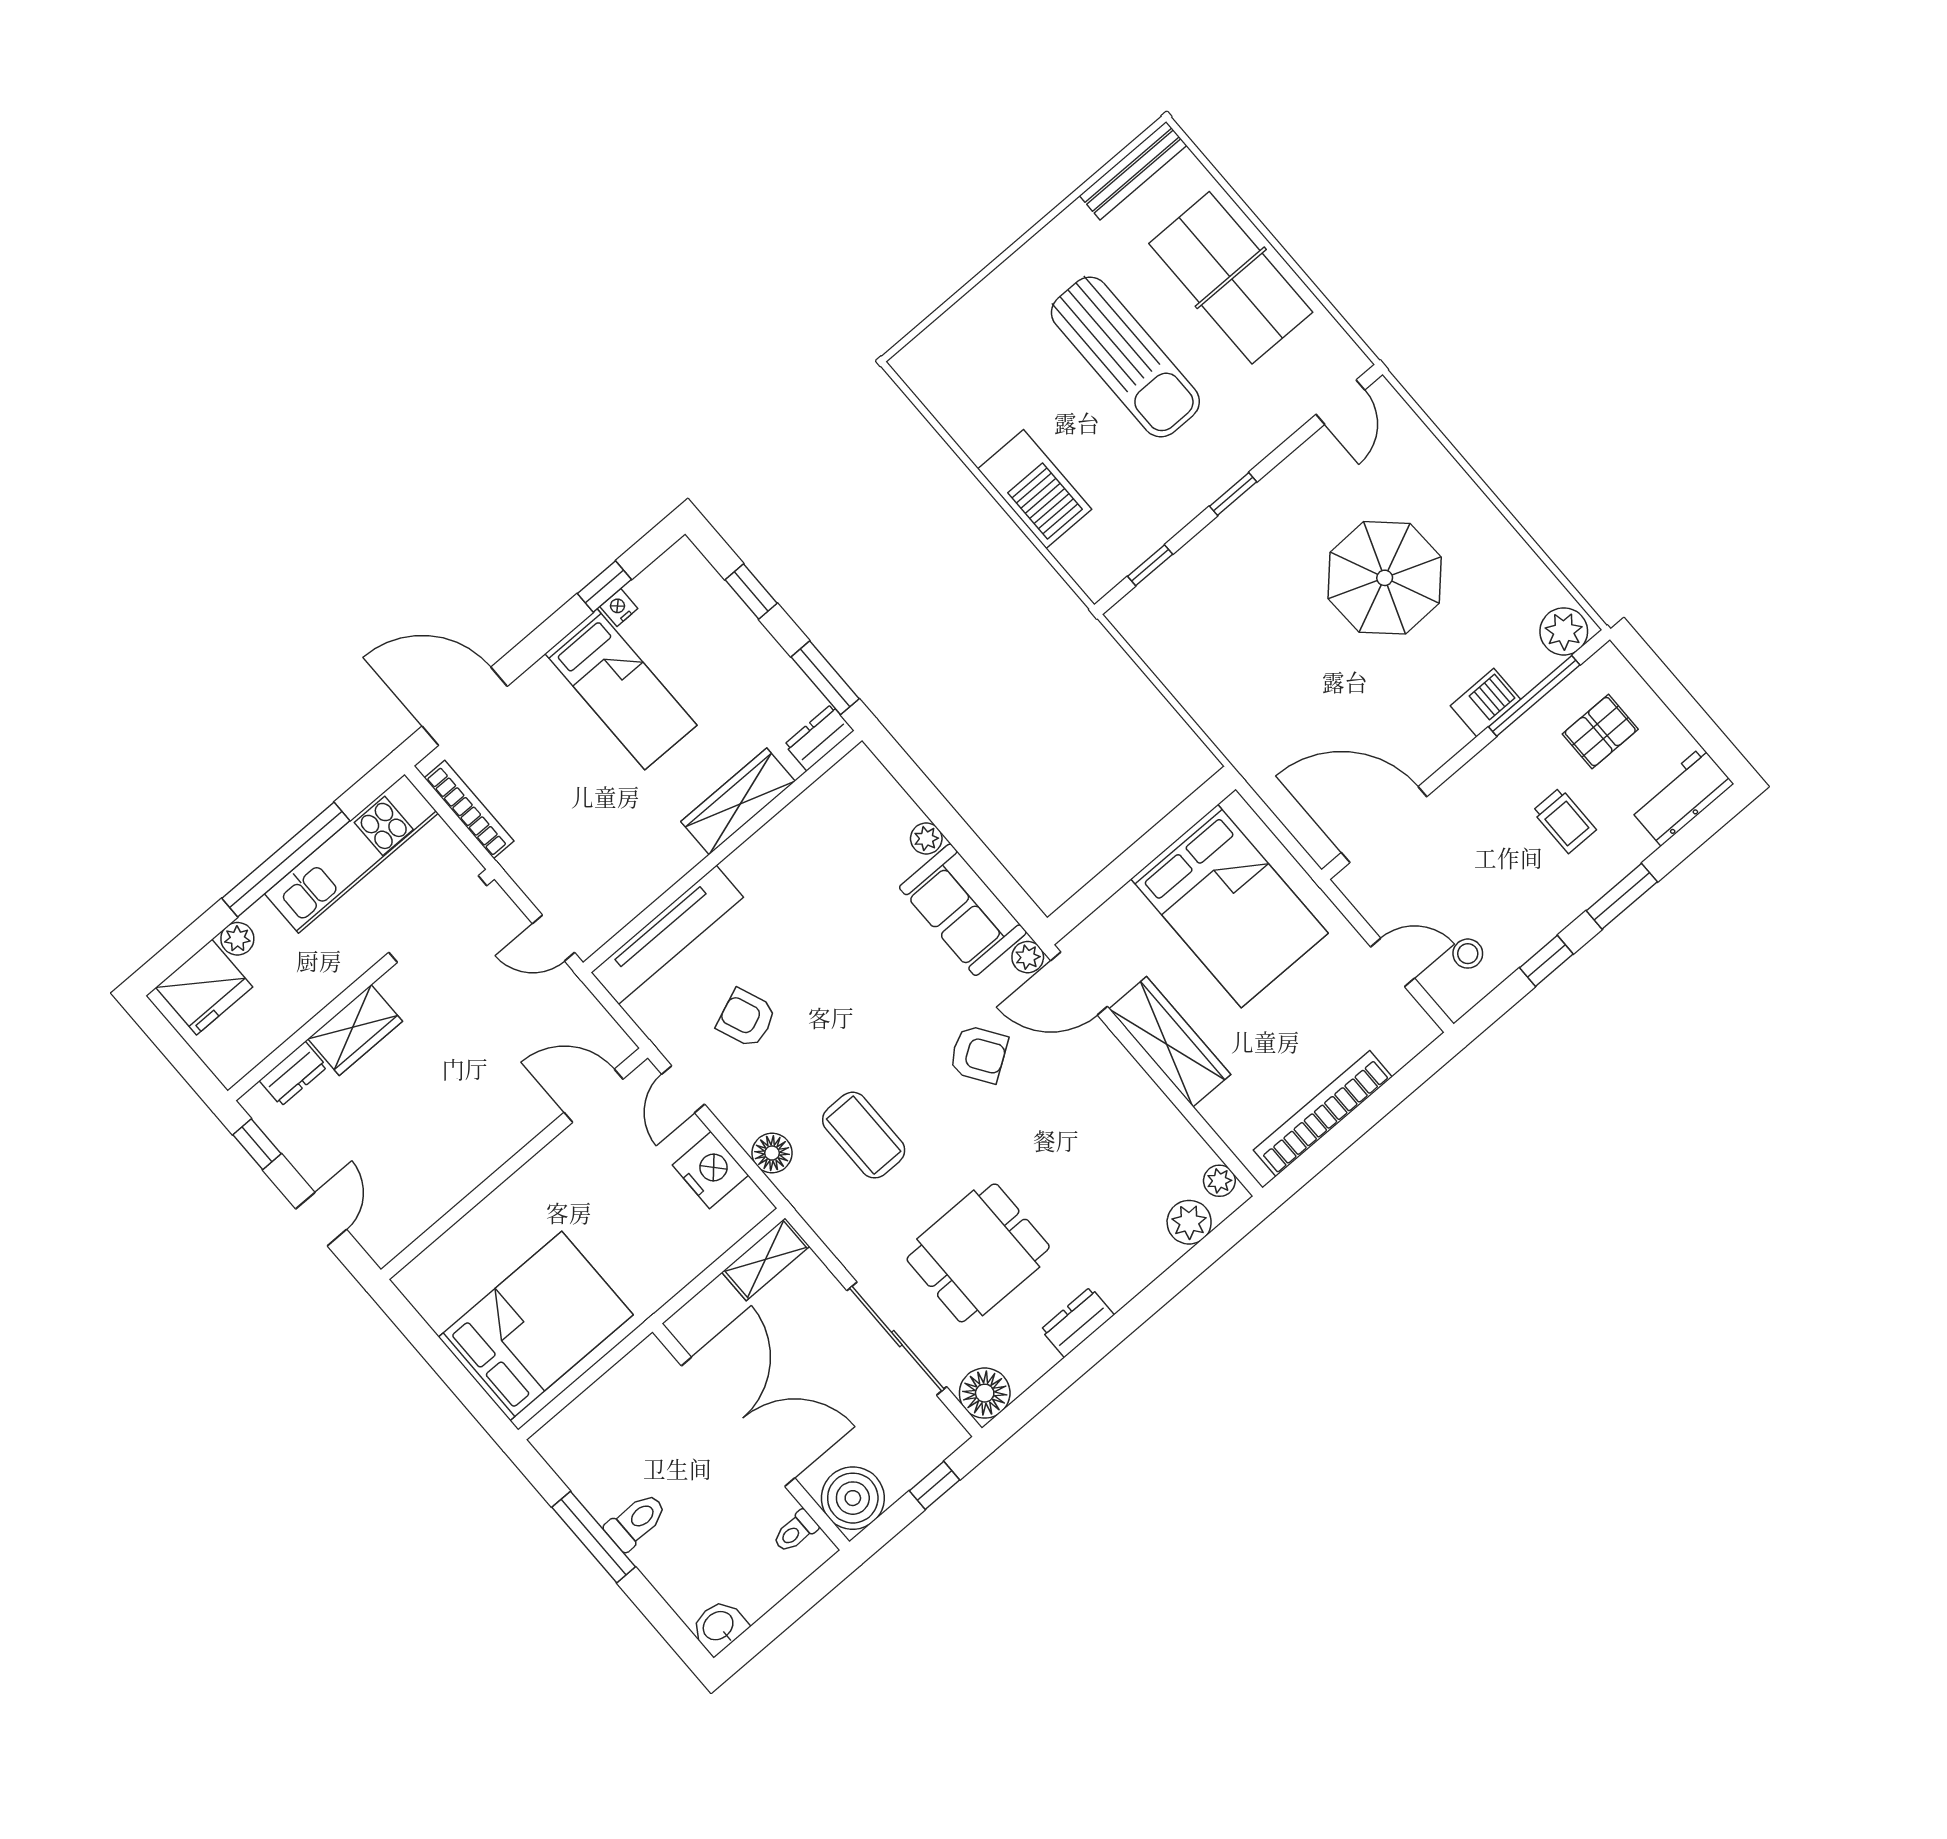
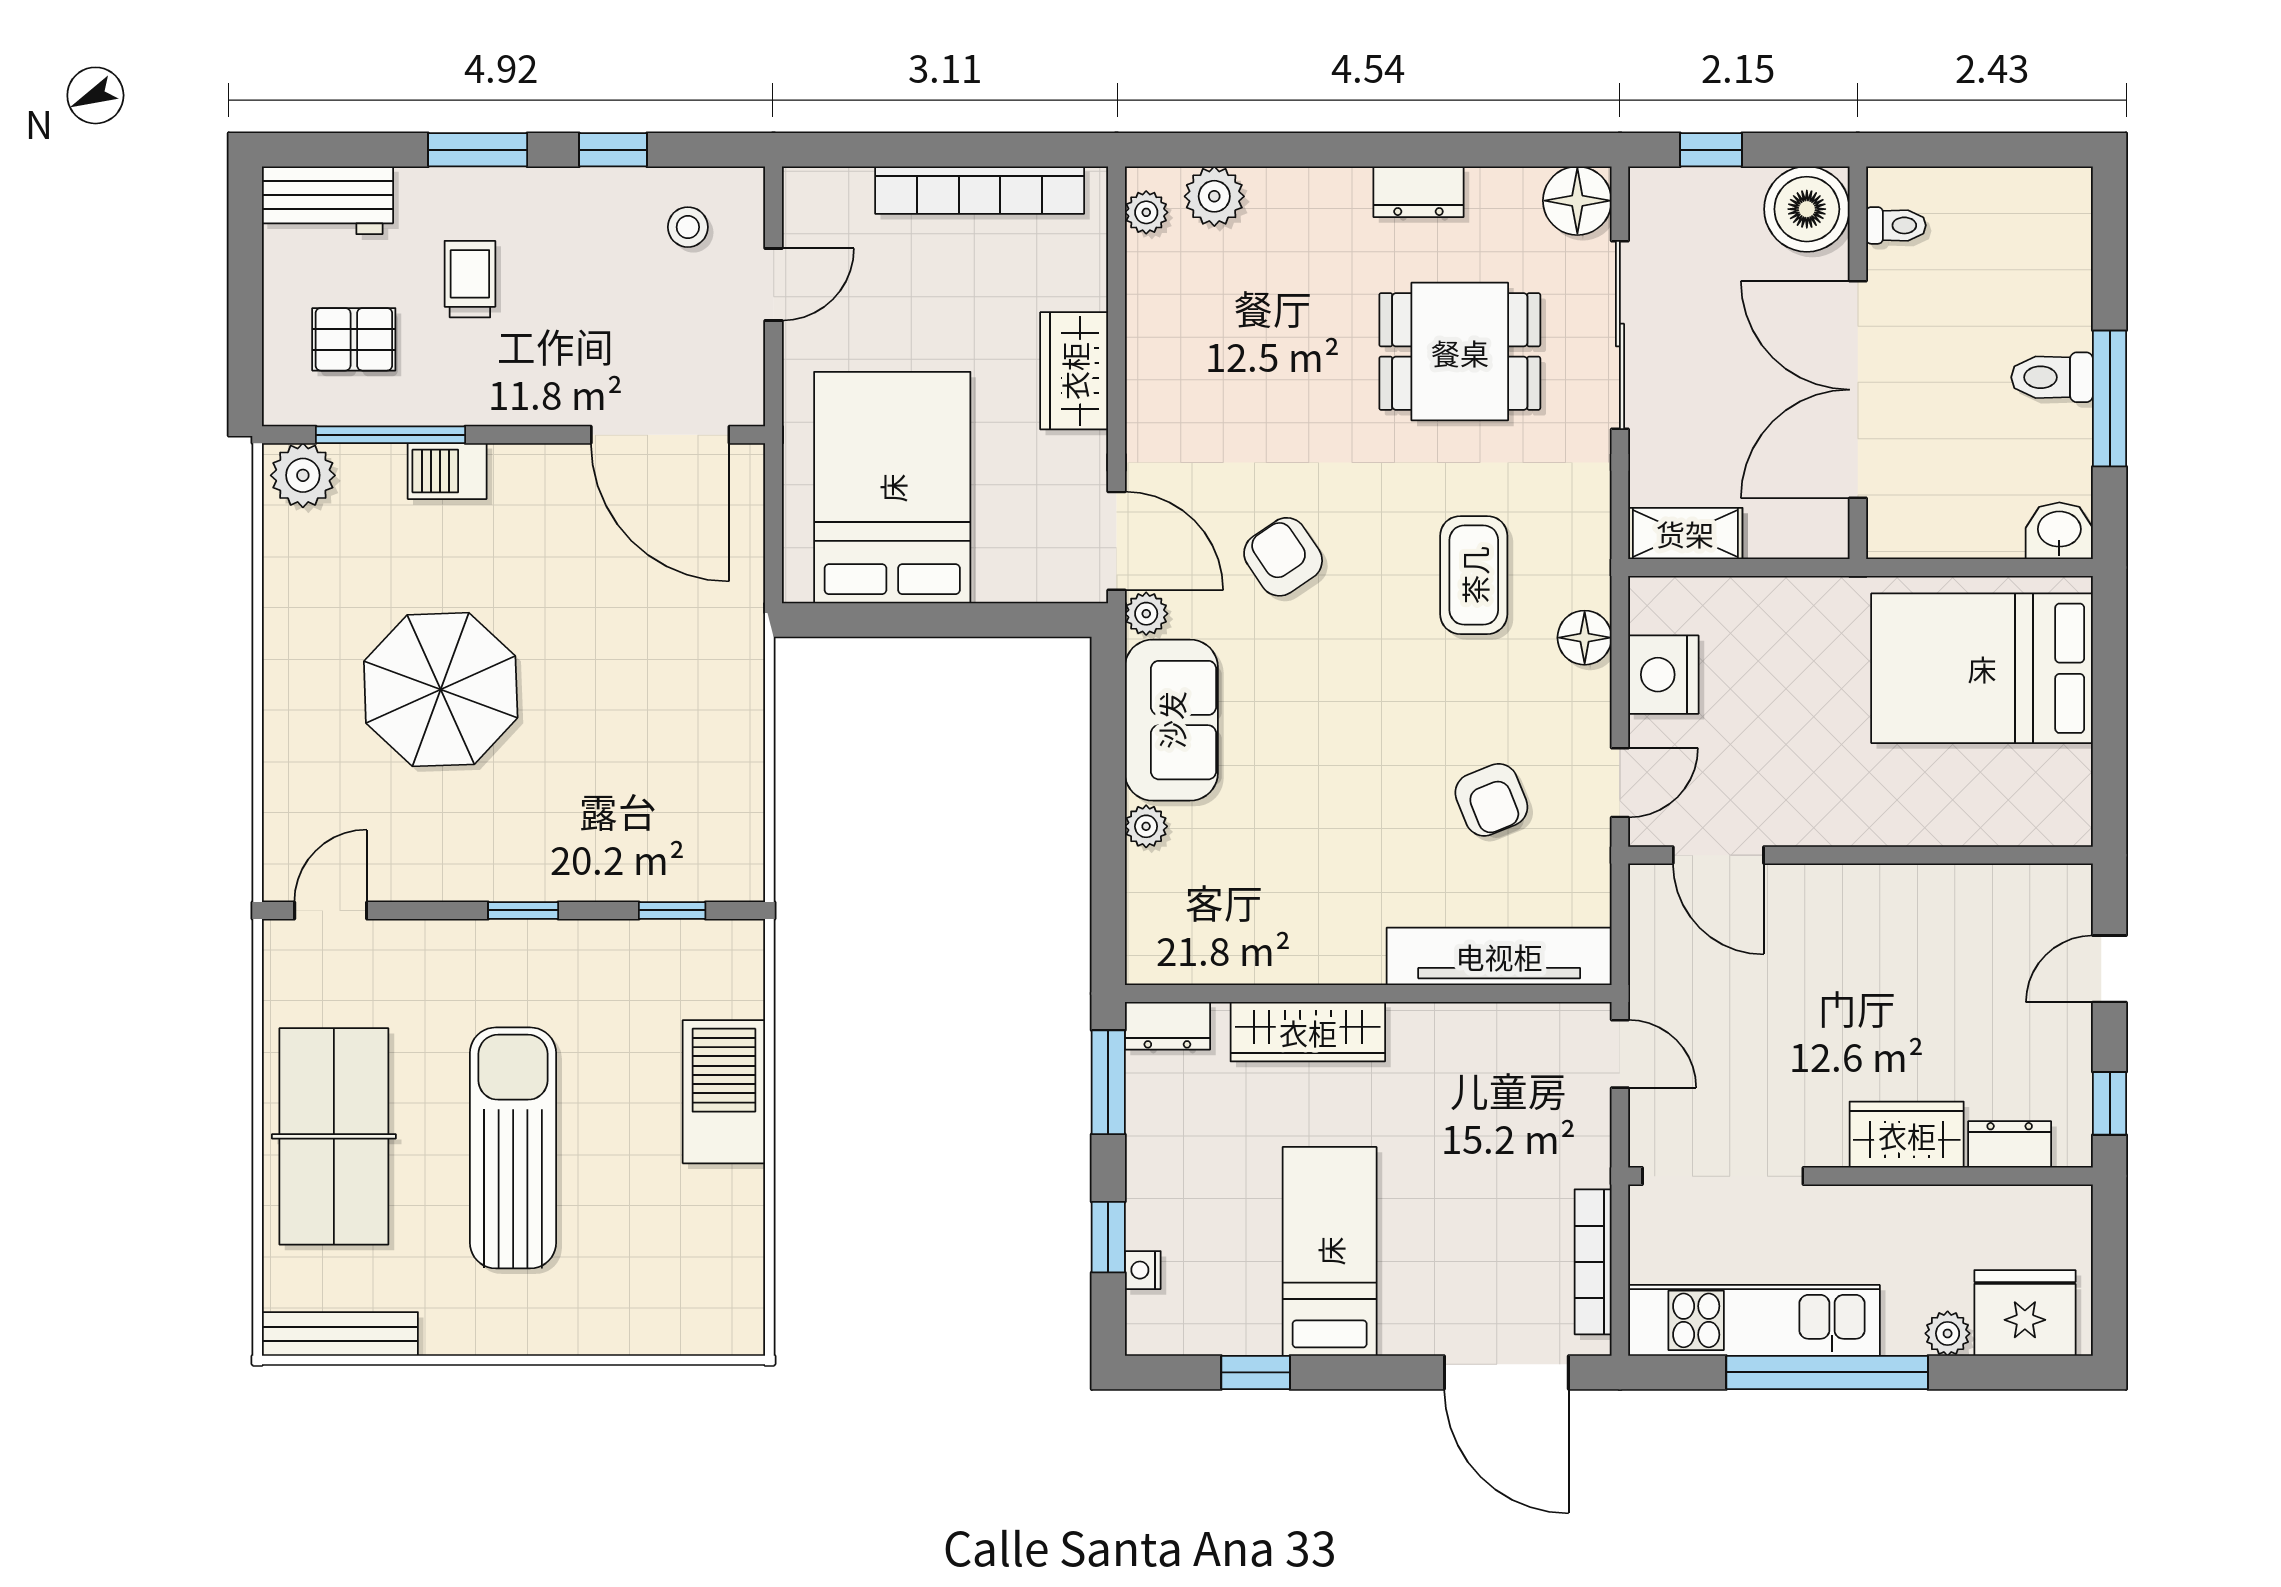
nightstand: (619, 607) -> (1143, 1270), moved, turned 90
door: (1393, 963) -> (774, 284), swing flipped
wardrobe: (1170, 1042) -> (1074, 371), width x0.67
washbasin: (719, 1627) -> (2059, 531), moved, turned 180

